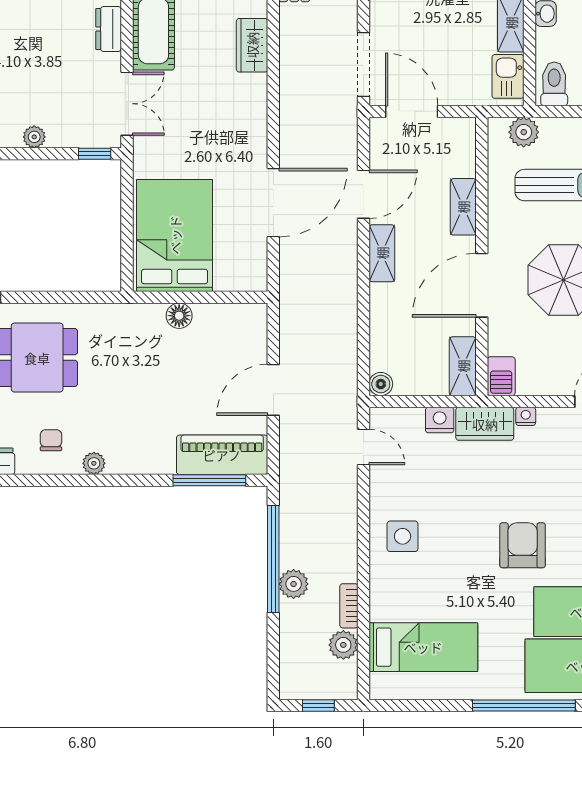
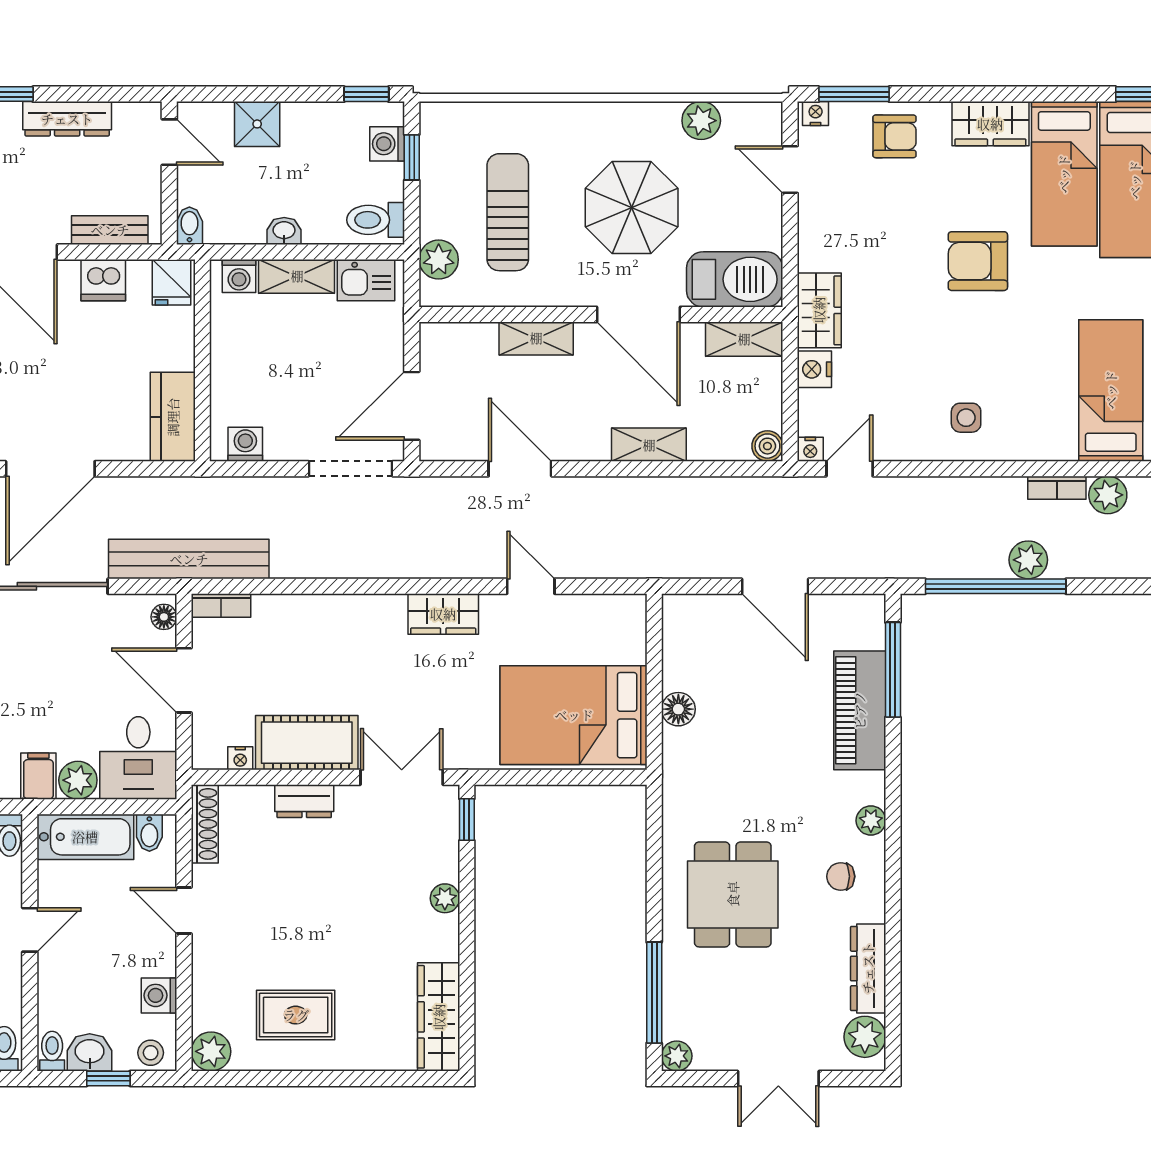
wardrobe: (252, 45) -> (443, 614), moved
door: (273, 203) -> (531, 586), width x0.53
shelving: (382, 253) -> (649, 445), moved
barbecue: (501, 376) -> (735, 279), width x1.88, depth x1.53
nightstand: (526, 416) -> (810, 449), moved, turned -90
piano: (222, 455) -> (860, 710), moved
side table: (403, 536) -> (966, 418), width x0.73, depth x0.73

